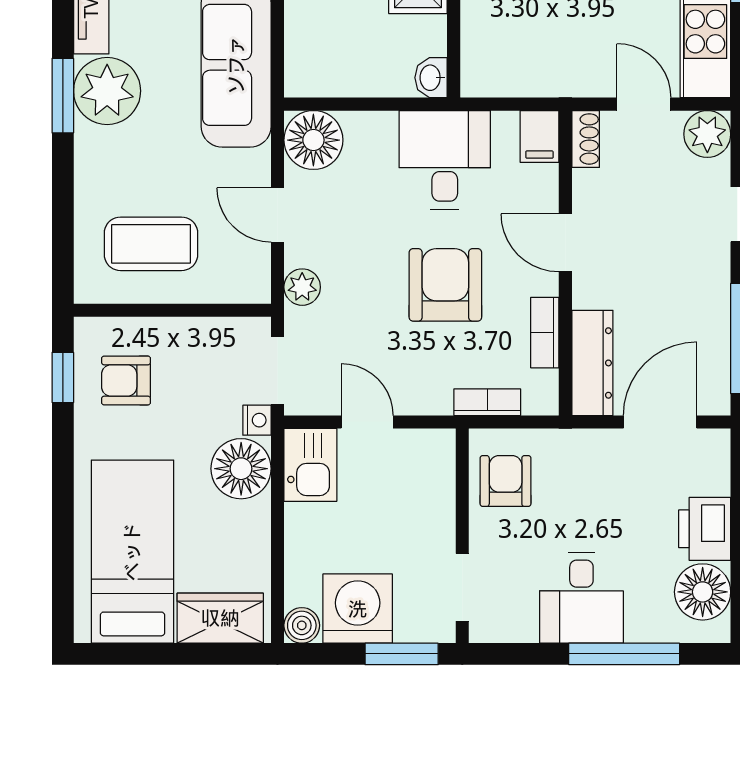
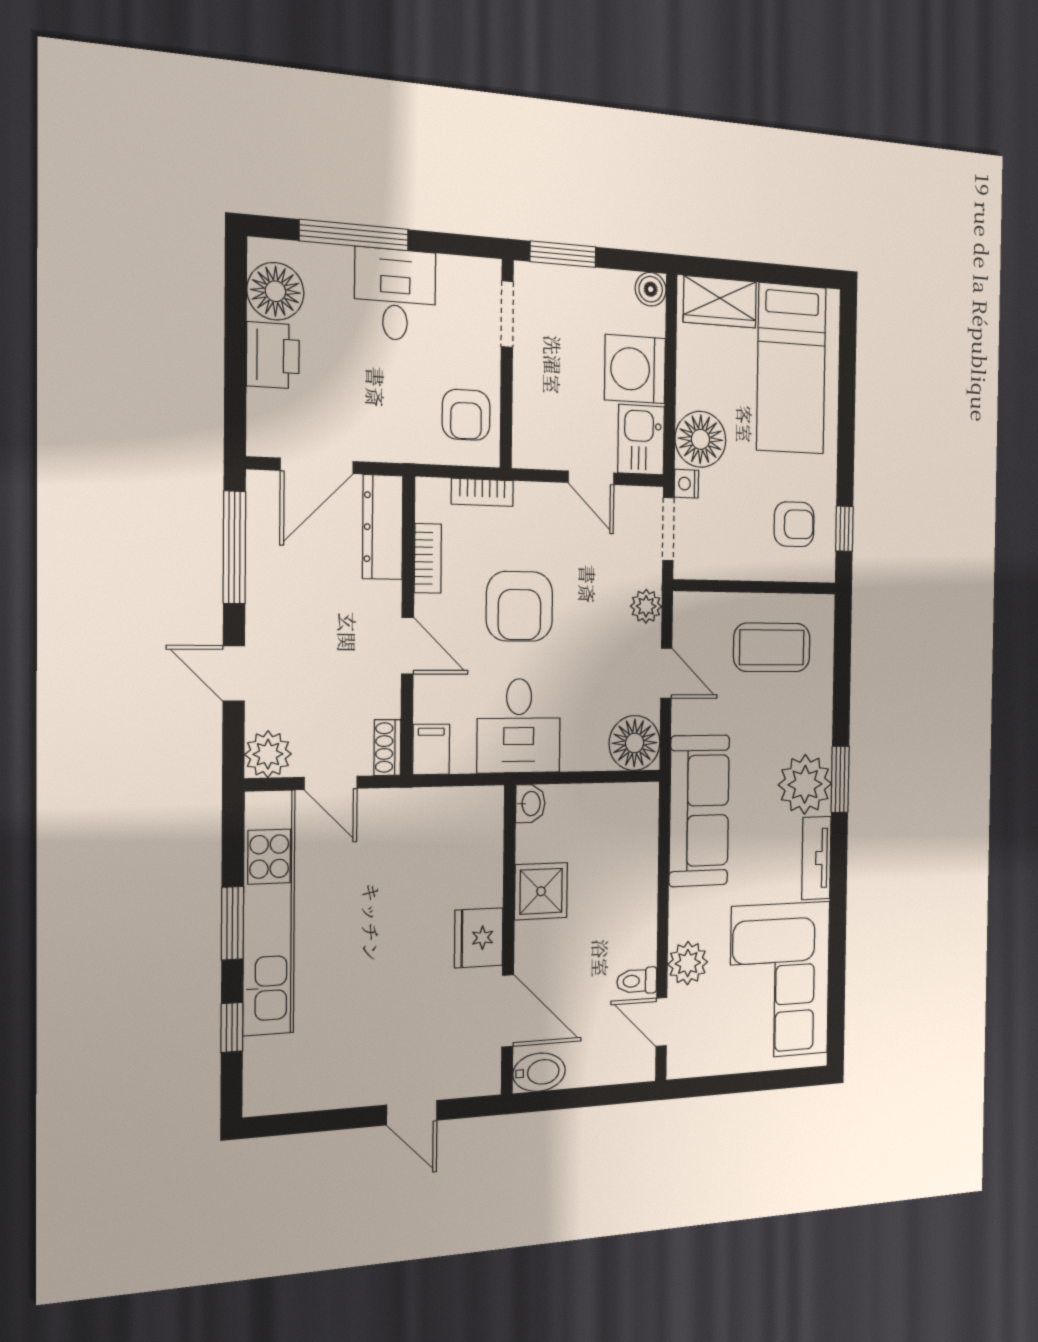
washing machine: (358, 609) -> (635, 369), moved, turned 90

